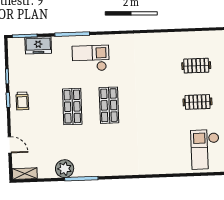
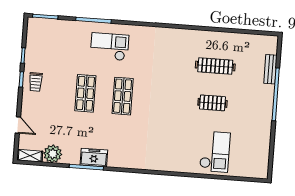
freezer: (38, 45) -> (94, 158), moved, turned 180
clothes rail: (196, 66) -> (215, 66), width x1.36
checkout: (205, 149) -> (215, 152), turned 180
plant: (65, 169) -> (53, 154), moved

